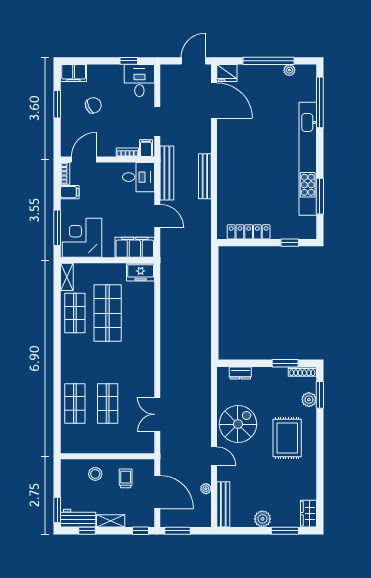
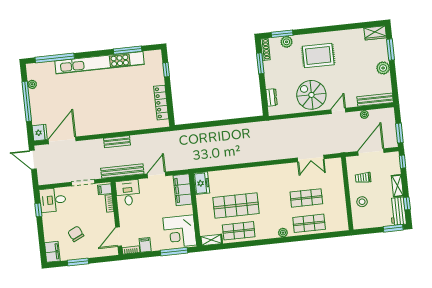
door: (84, 160) -> (119, 237), hinge flipped
bench: (205, 176) -> (117, 142), width x0.73
plant: (67, 369) -> (283, 233), added

